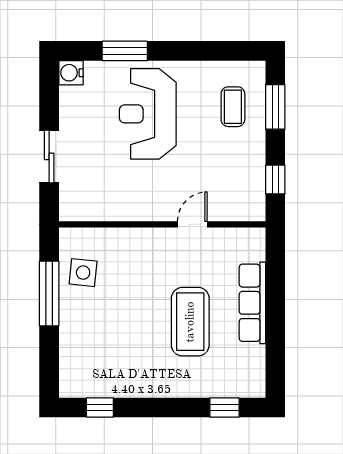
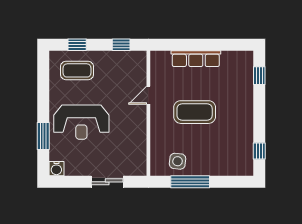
coffee table: (233, 107) -> (77, 70), width x1.36, depth x1.30
window: (275, 107) -> (77, 45), width x0.67
door: (192, 224) -> (148, 95), hinge flipped
coffee table: (190, 322) -> (195, 112), moved

